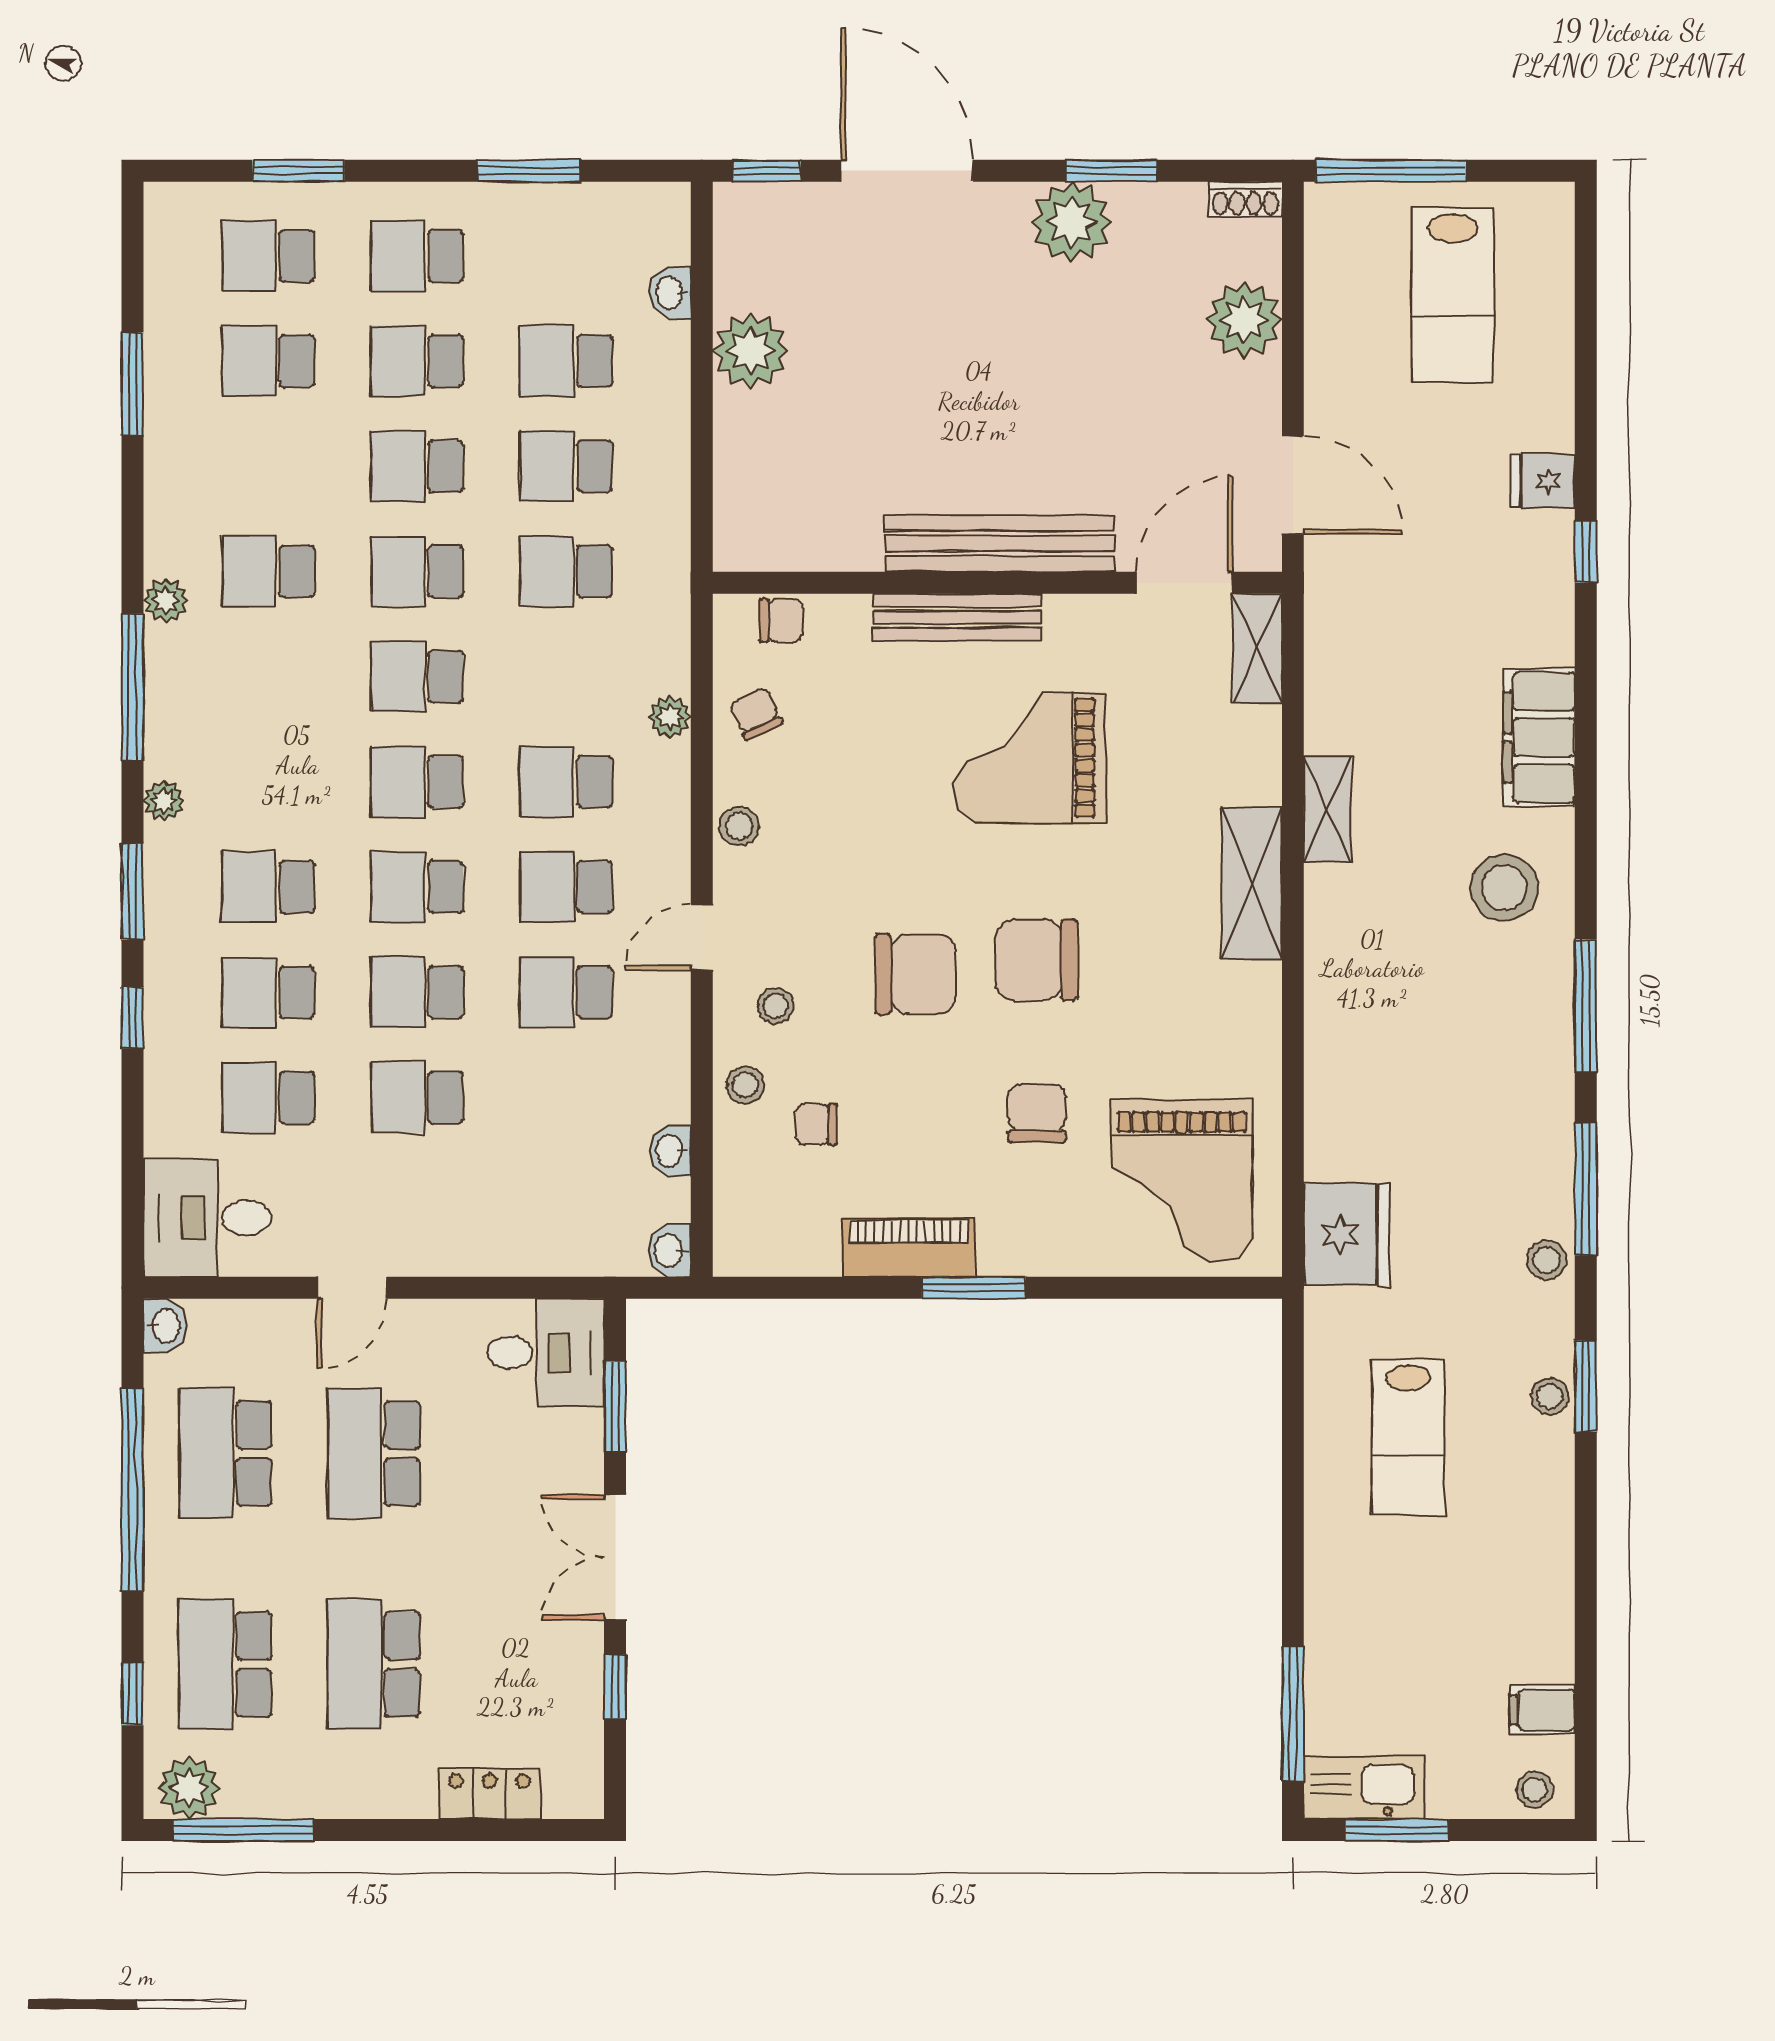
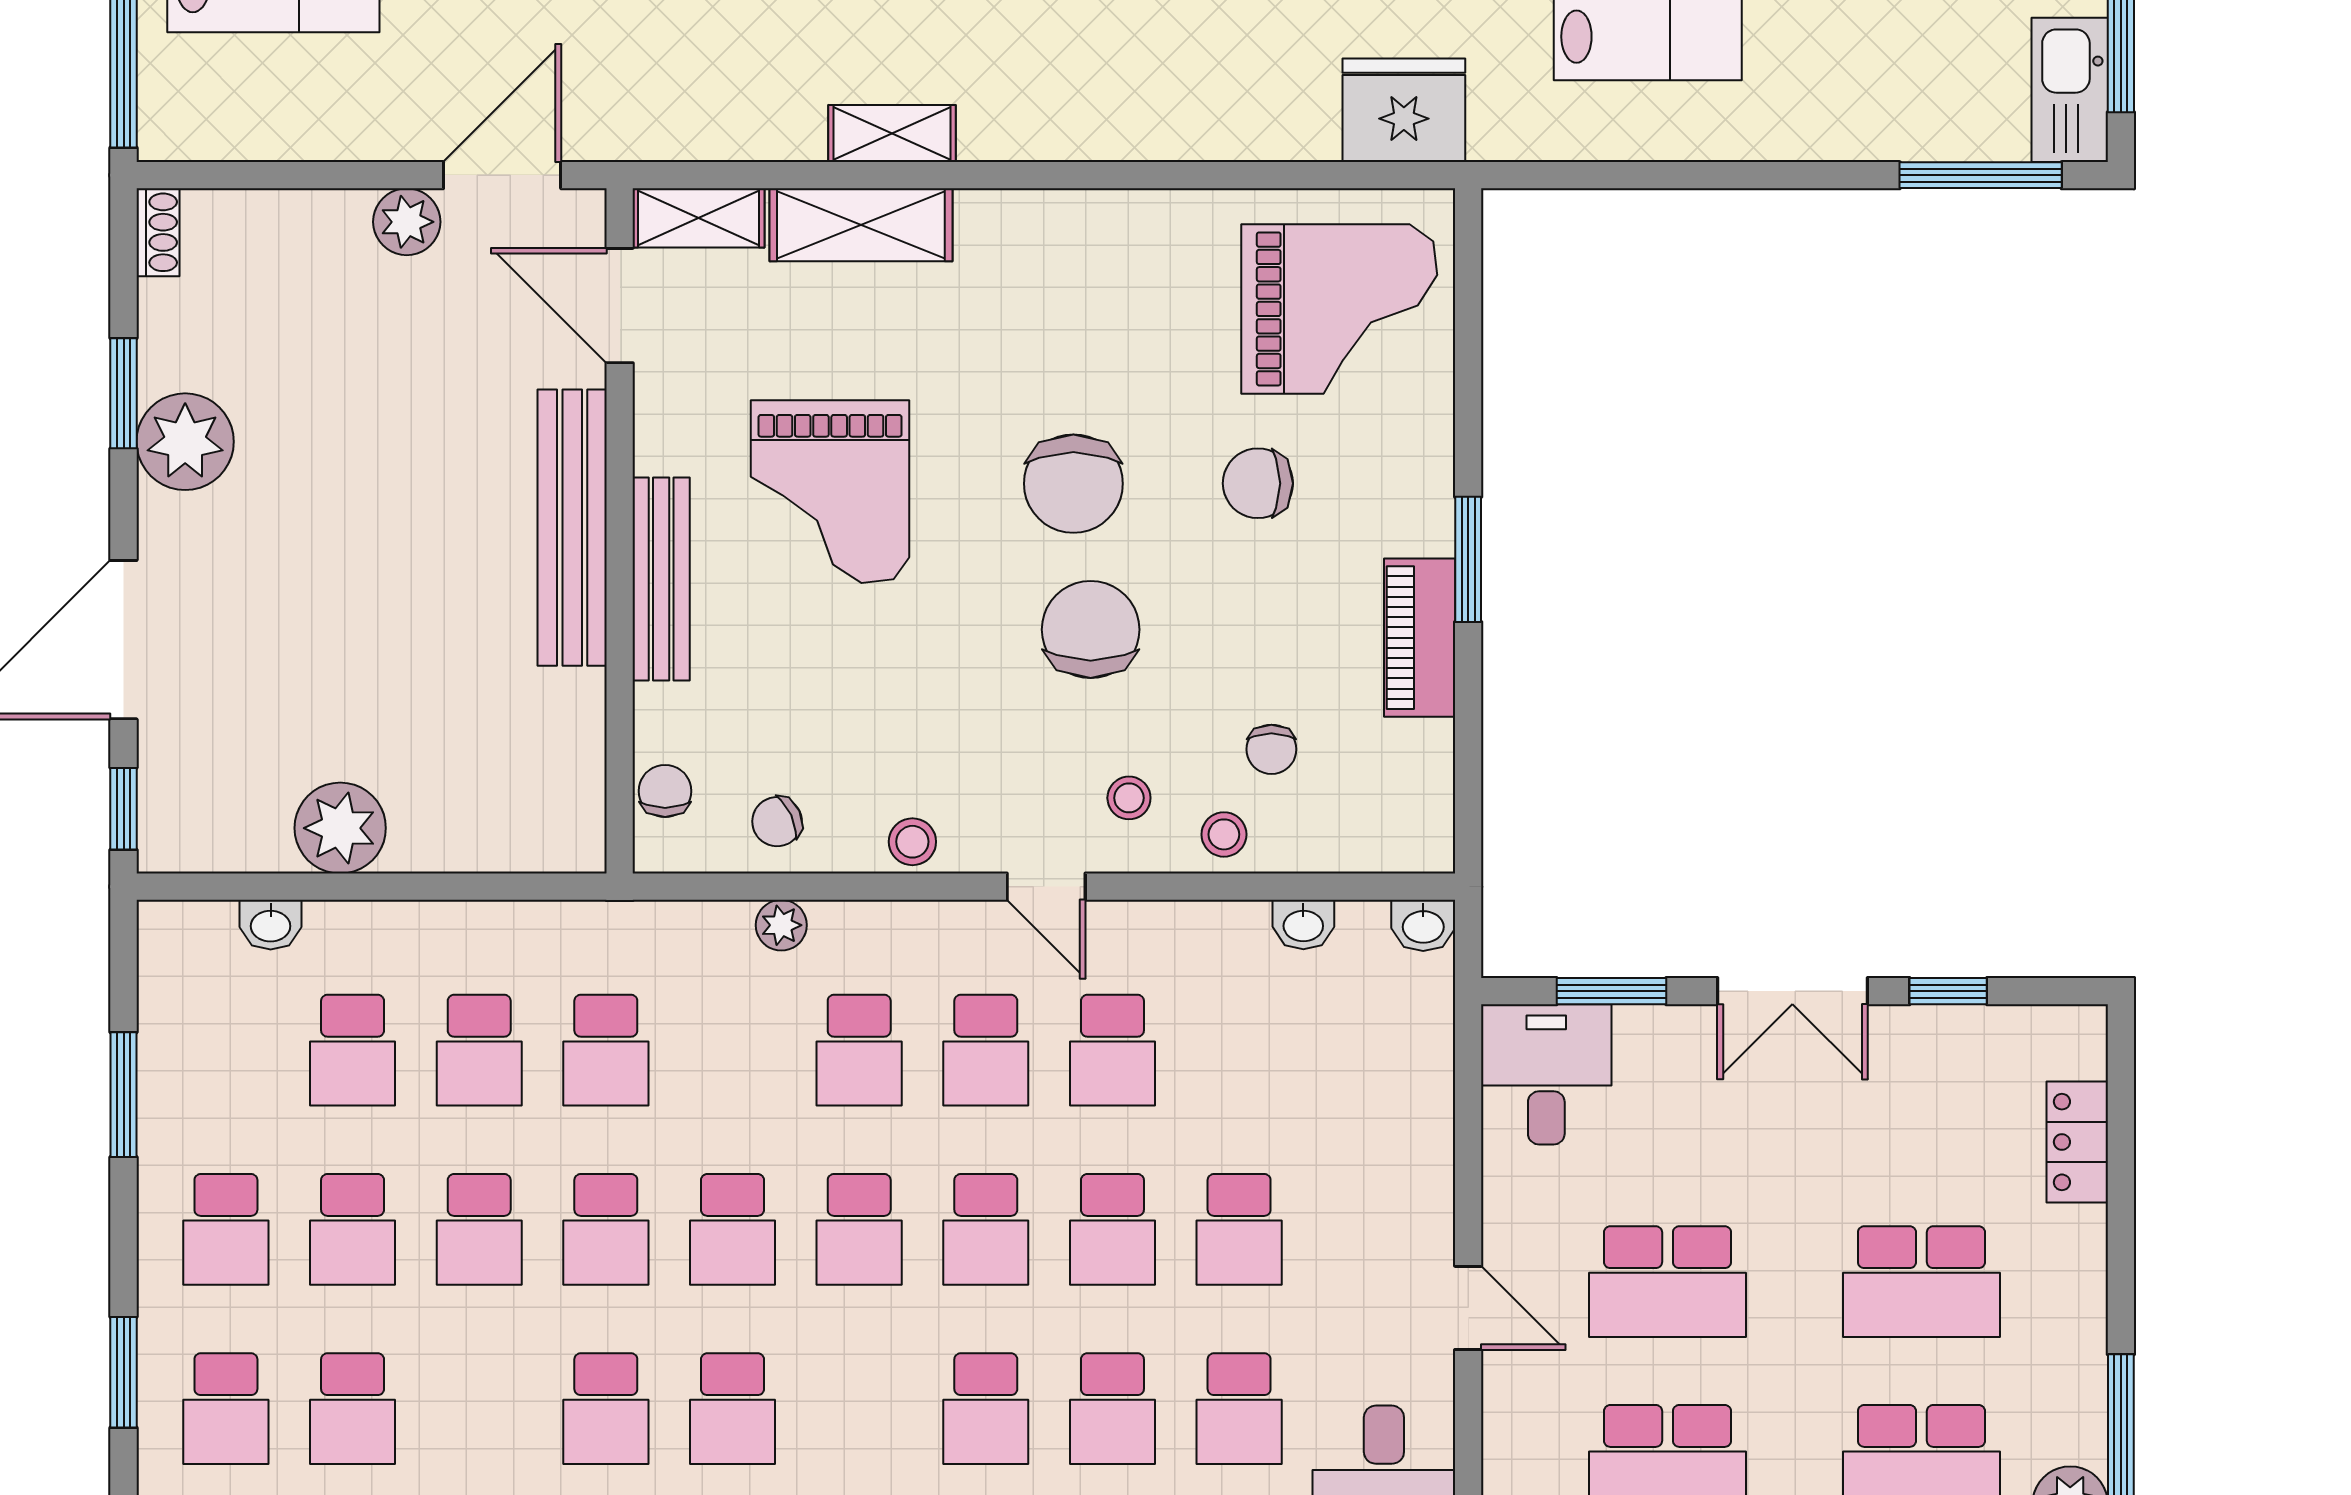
plant: (1244, 320) -> (407, 222), moved, width x0.73, depth x0.73
school desk: (268, 677) -> (732, 1409), added
shelving: (1252, 883) -> (861, 225), moved

